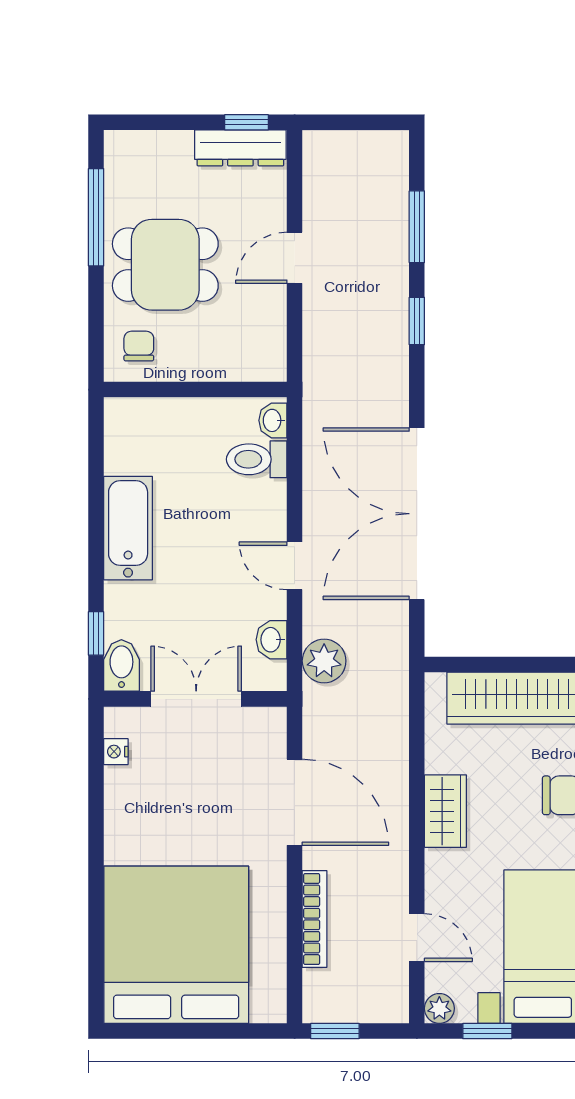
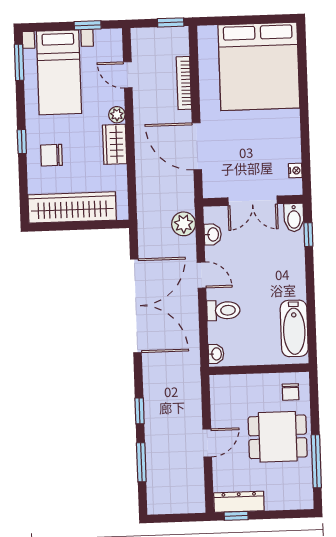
toilet: (257, 459) -> (223, 310), moved
bathtub: (128, 528) -> (294, 328), moved
plant: (439, 1008) -> (117, 115), moved

